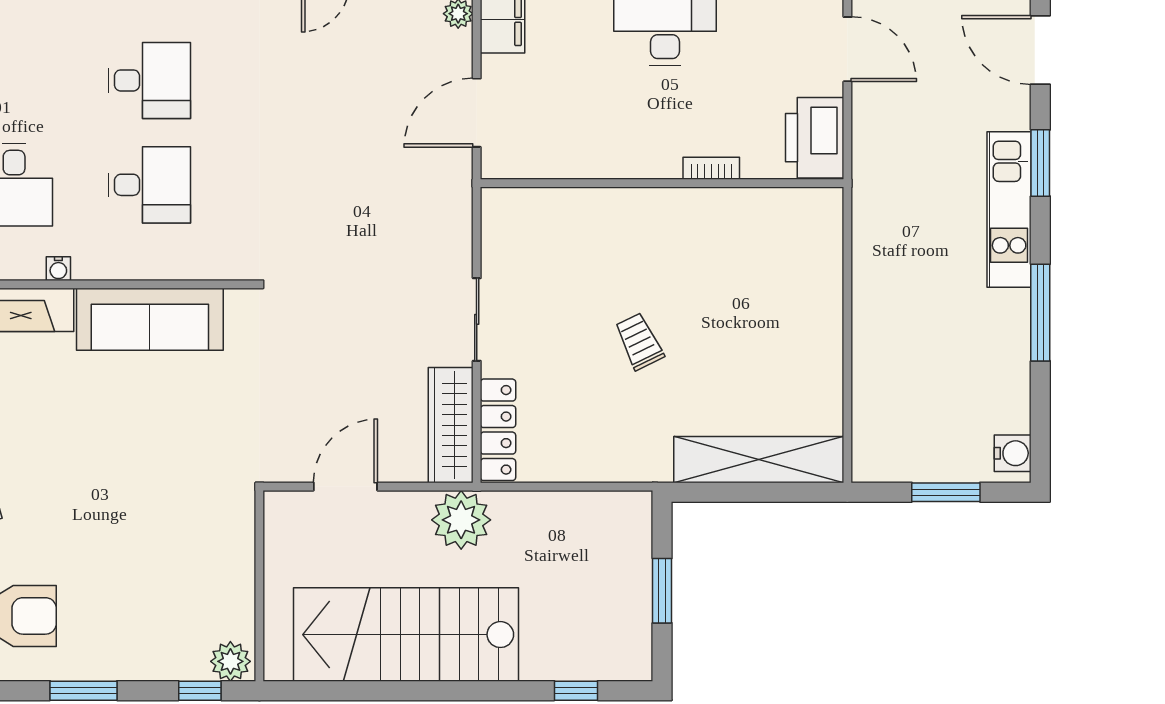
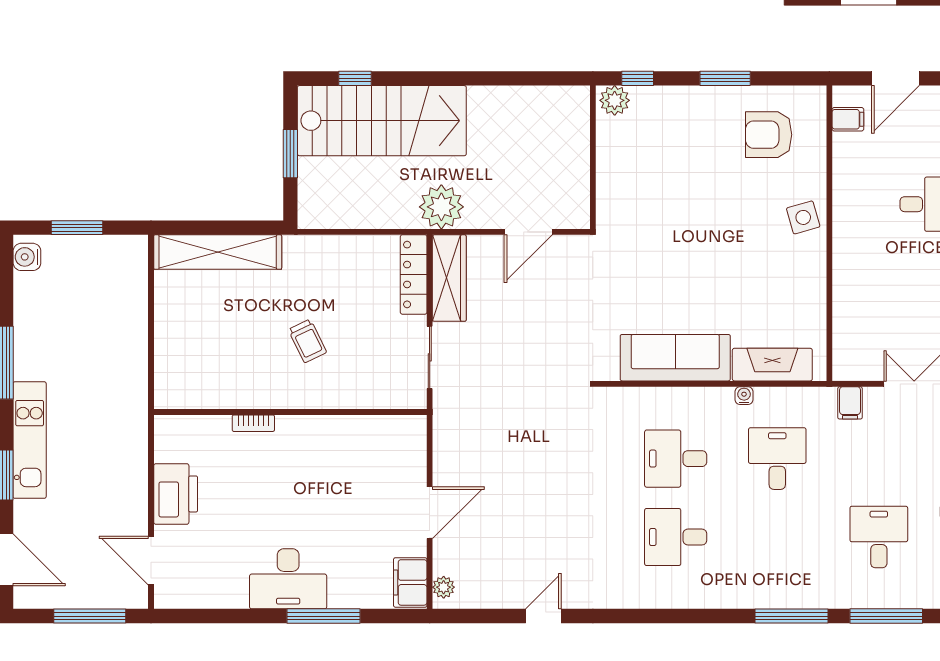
bookcase: (711, 168) -> (253, 423), moved
wall: (662, 183) -> (290, 412), moved
stairs: (406, 635) -> (382, 121), moved

